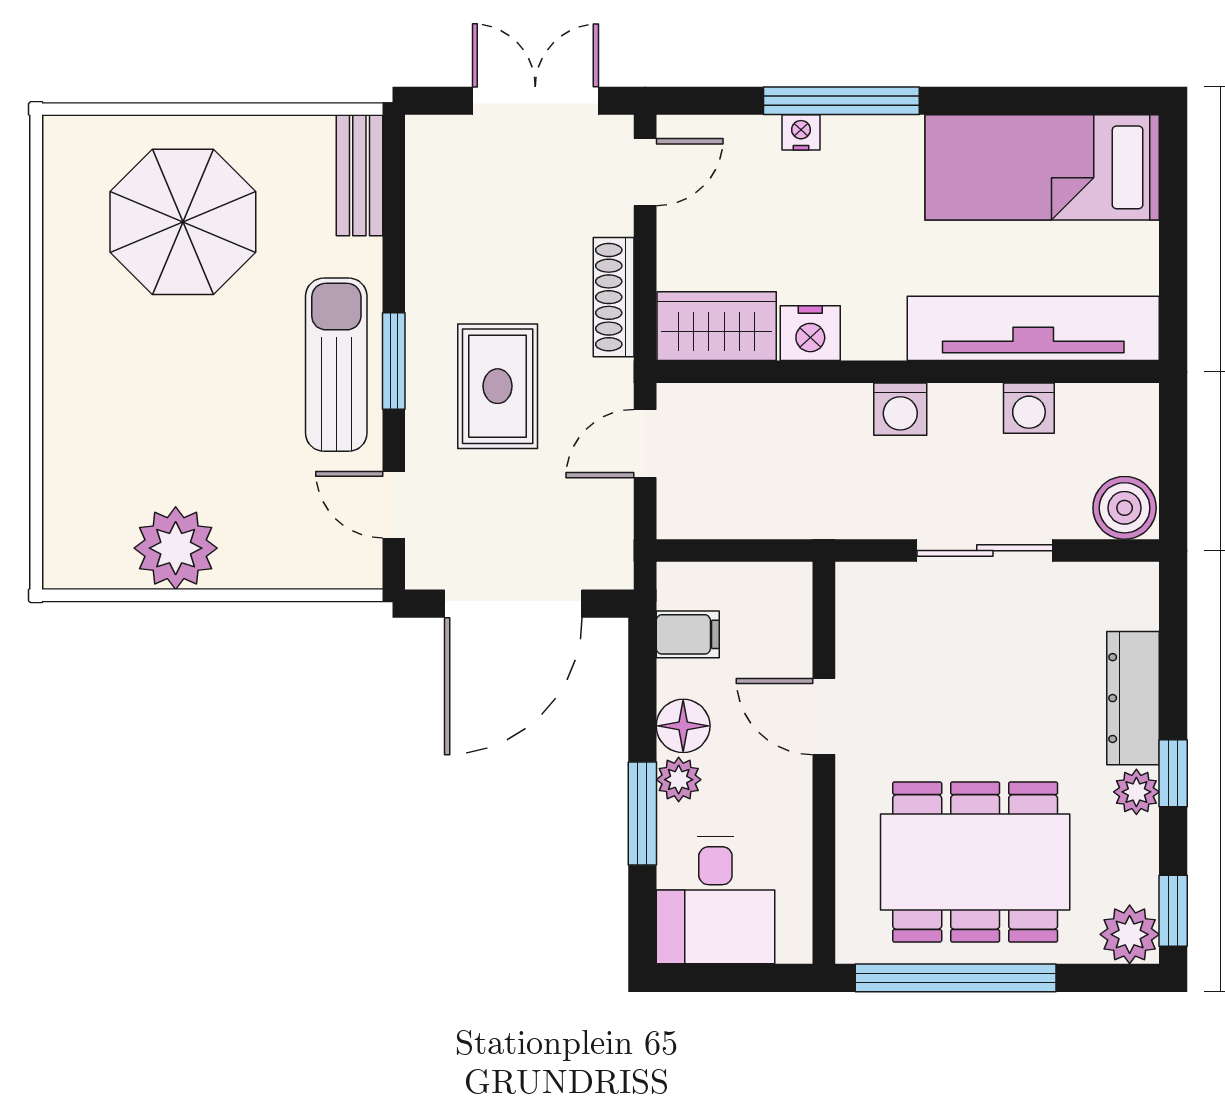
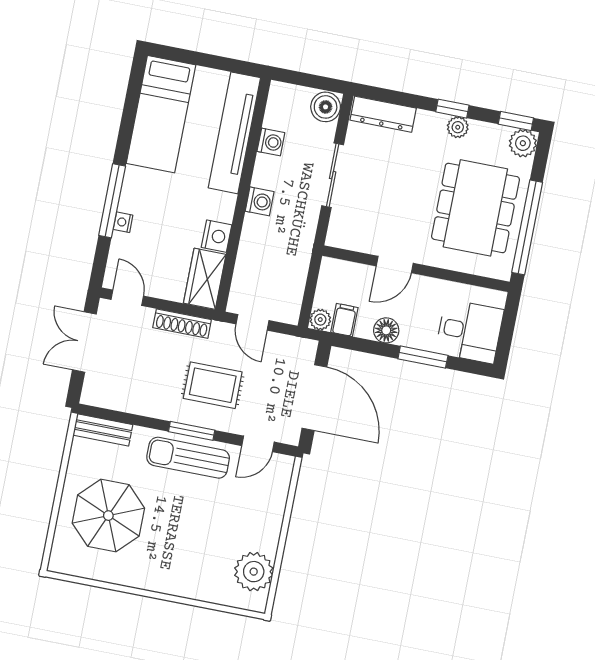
plant: (176, 548) -> (254, 572), moved
dresser: (1133, 698) -> (383, 114), moved
plant: (679, 780) -> (320, 320), moved

